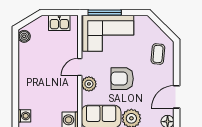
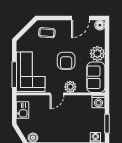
door: (80, 67) -> (57, 94), hinge flipped
door: (177, 97) -> (81, 18), hinge flipped

